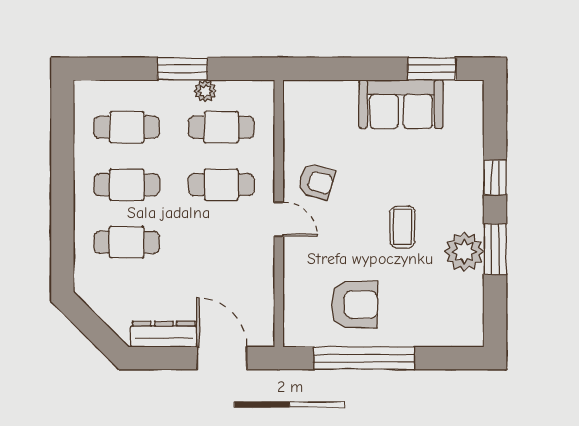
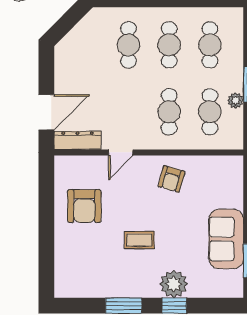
door: (279, 219) -> (121, 152), moved
plant: (464, 252) -> (174, 284), moved
dresser: (164, 334) -> (78, 140), moved, turned -90
window: (364, 358) -> (46, 213), removed

